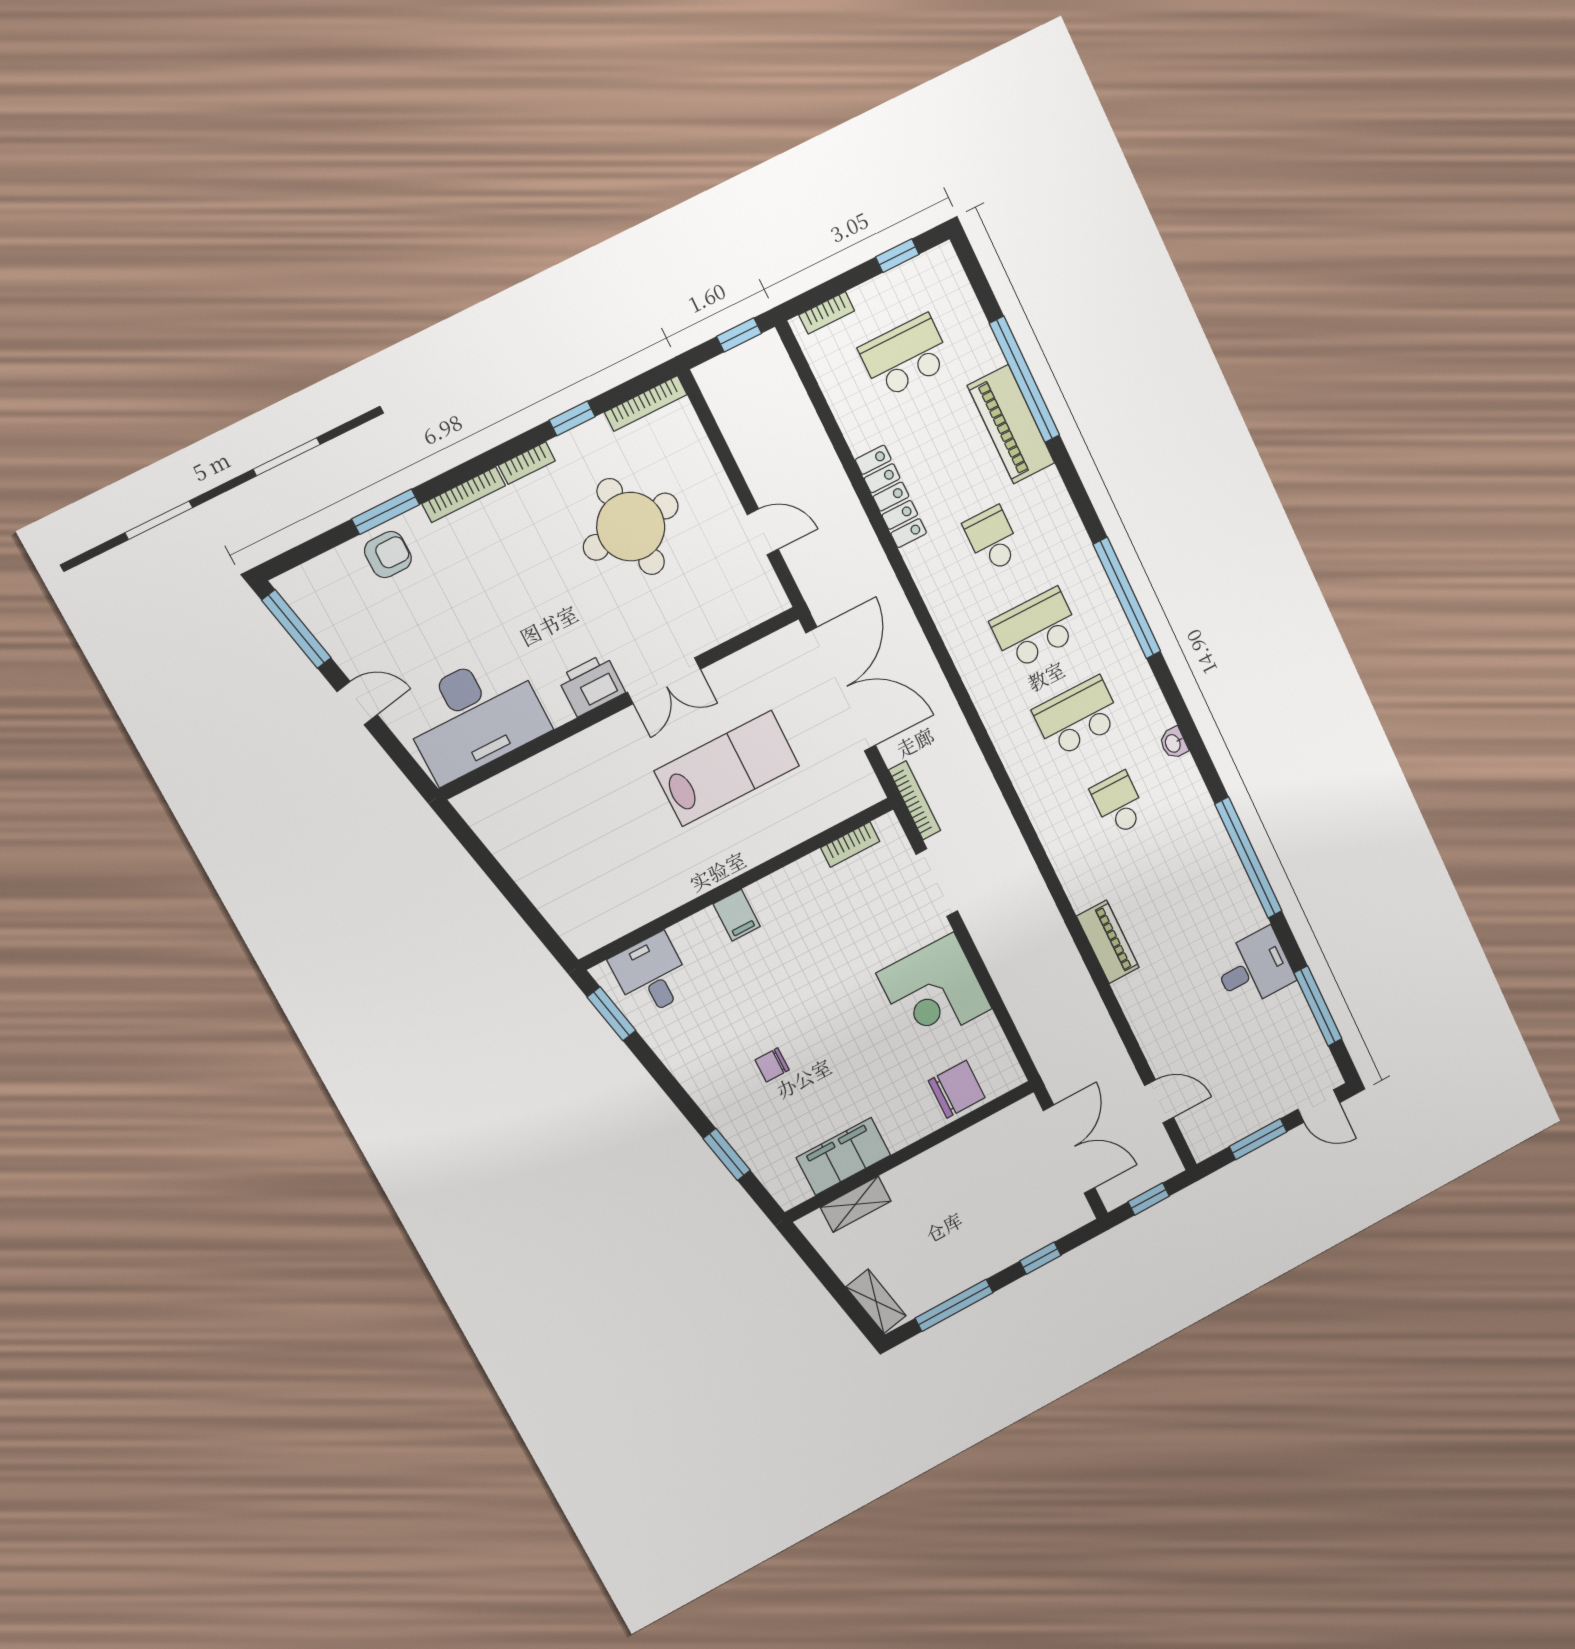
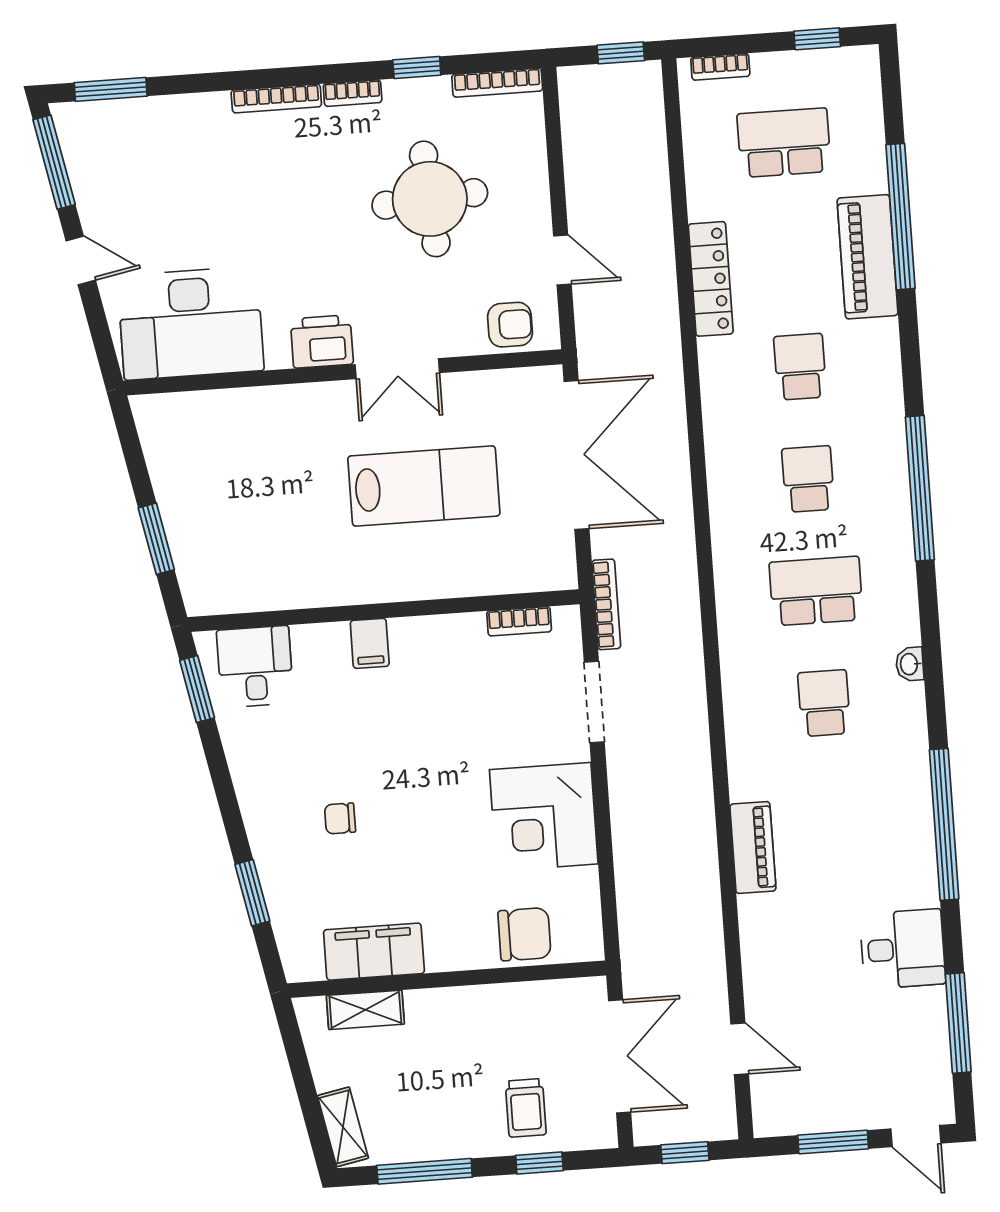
window: (386, 512) -> (111, 89), moved
armchair: (388, 555) -> (510, 325), moved
school desk: (1035, 629) -> (808, 479), width x0.54
window: (524, 907) -> (156, 539), added
trolley: (1013, 1222) -> (526, 1108), added

